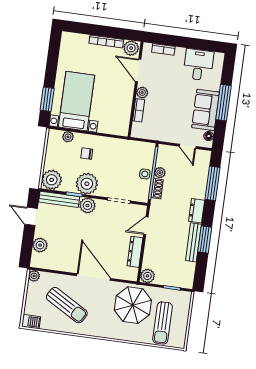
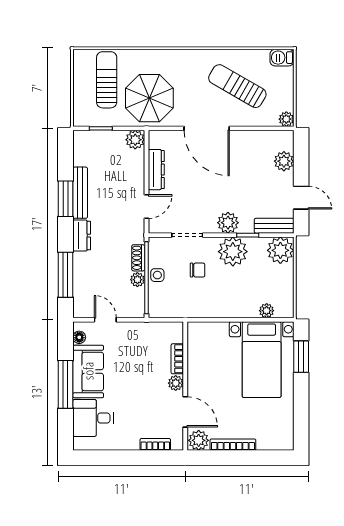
desk: (198, 65) -> (93, 418), moved, turned 90
chair: (87, 154) -> (198, 270), moved
bench: (59, 199) -> (274, 226), width x0.73

